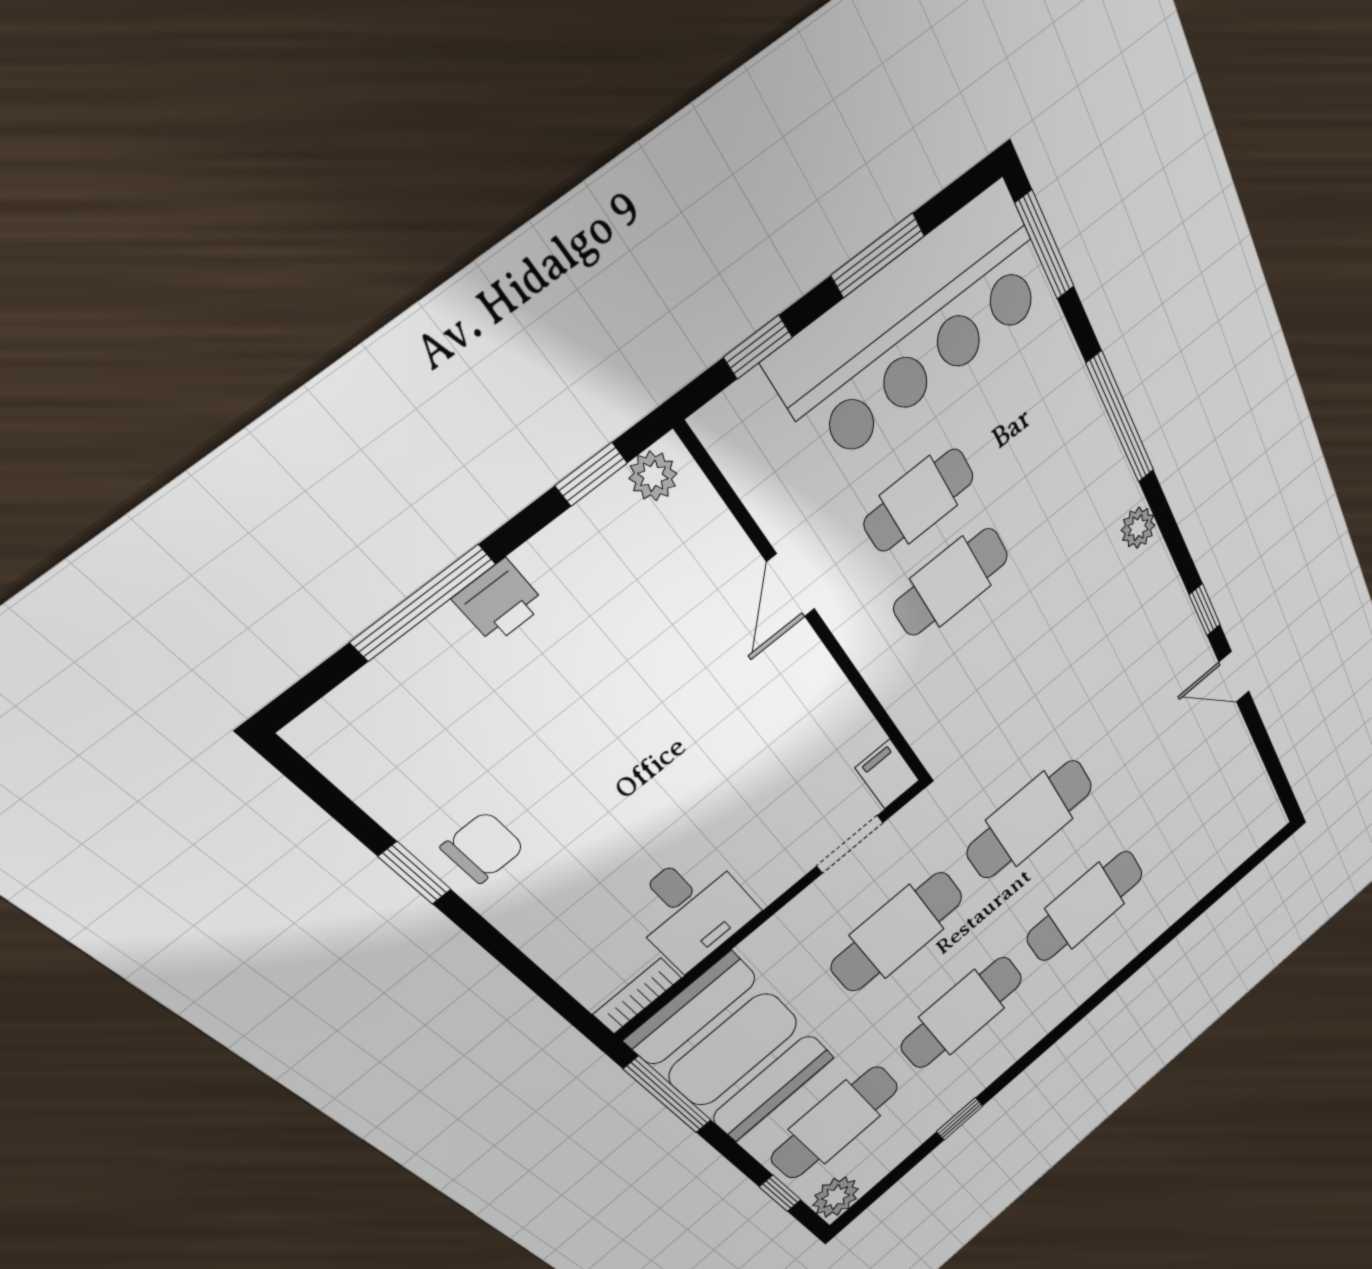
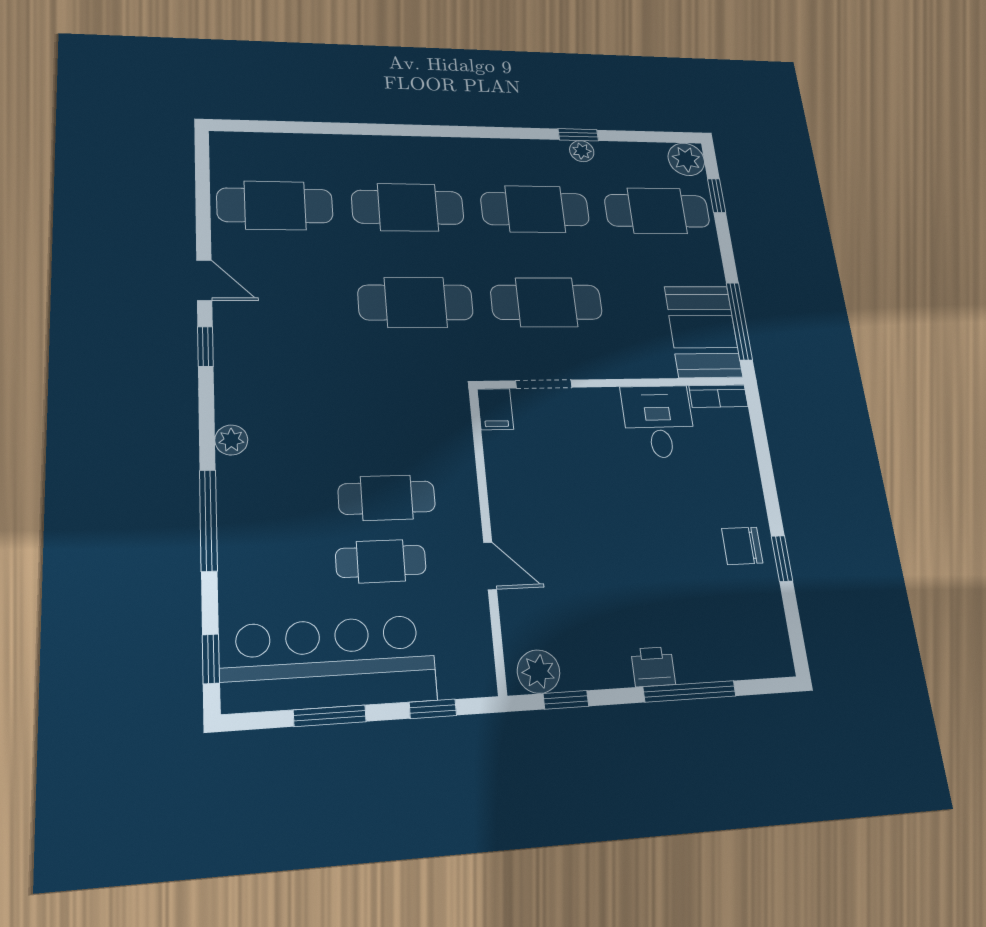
window: (1045, 245) -> (211, 659), width x0.67
plant: (653, 476) -> (538, 672), width x1.38, depth x1.38
door: (791, 586) -> (490, 566), hinge flipped
cafe table: (1205, 803) -> (275, 205), added
booth: (734, 1050) -> (703, 331), width x0.73, depth x0.70
plant: (947, 1107) -> (582, 151), added

